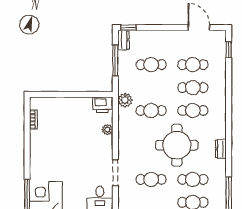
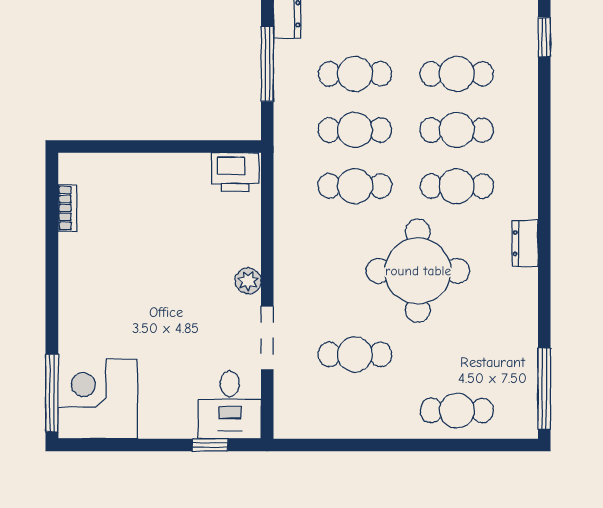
plant: (125, 100) -> (291, 161), removed
plant: (107, 130) -> (248, 281), moved
dresser: (221, 149) -> (525, 243), moved
cafe table: (193, 179) -> (355, 130), moved

